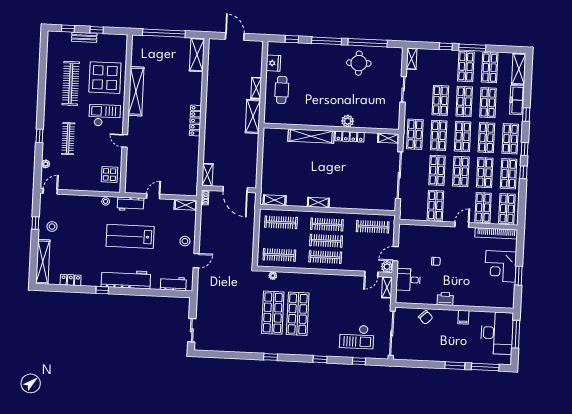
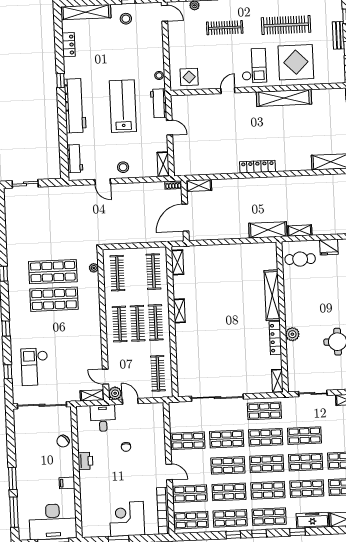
plant: (348, 121) -> (292, 334), moved
wall: (331, 129) -> (282, 317), moved
shelving: (311, 136) -> (272, 295), moved
locker: (350, 137) -> (275, 338), moved
shelving: (388, 138) -> (277, 381), moved

